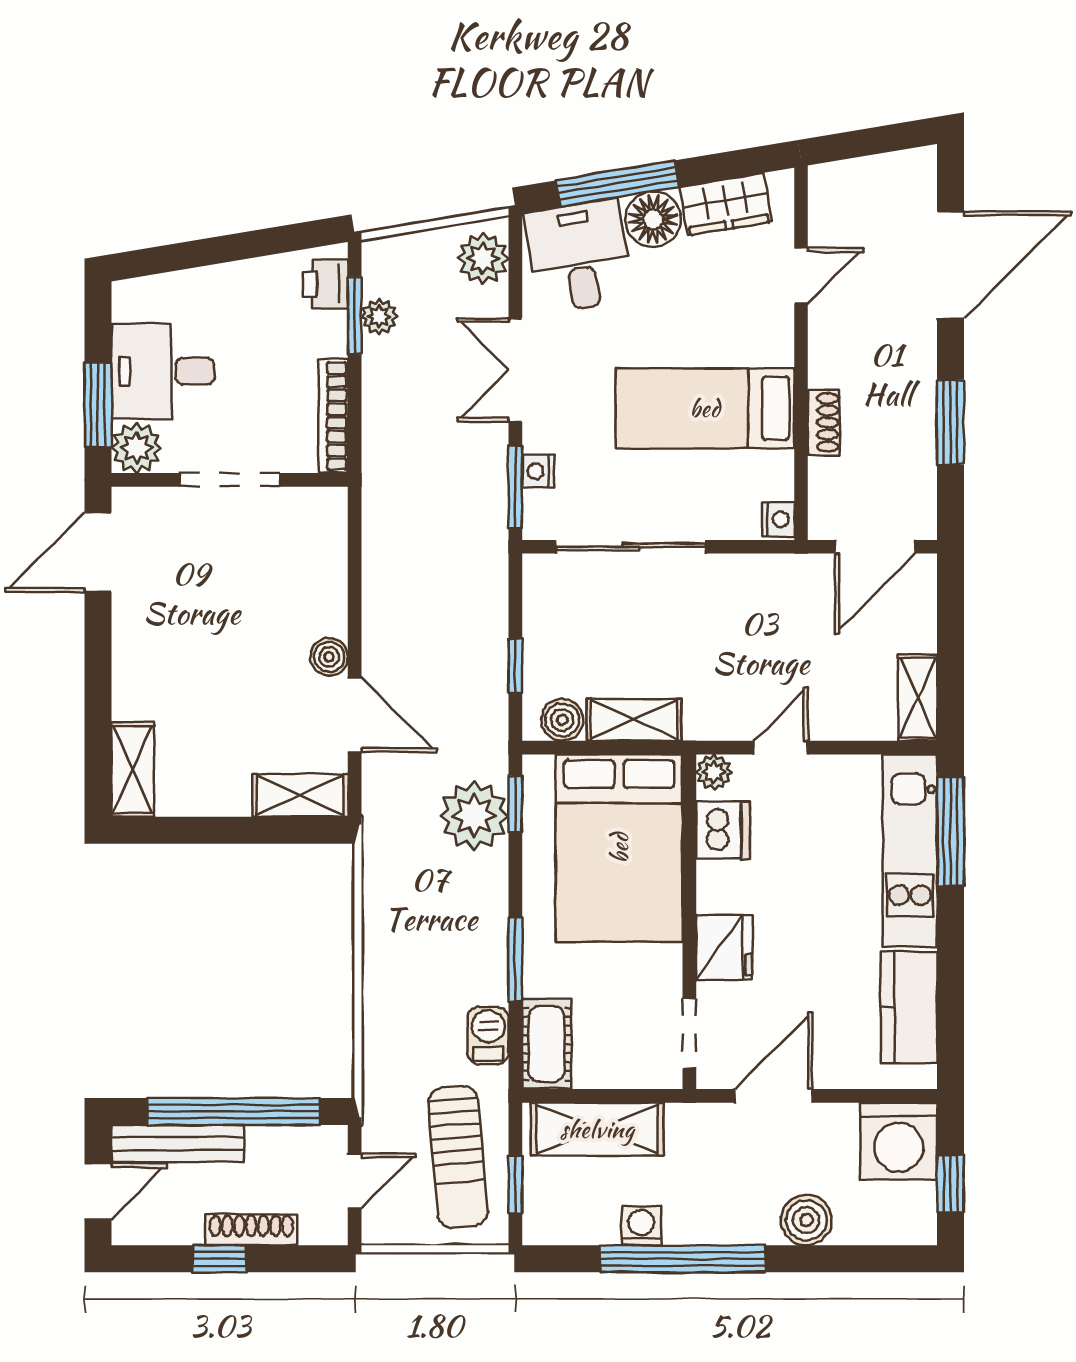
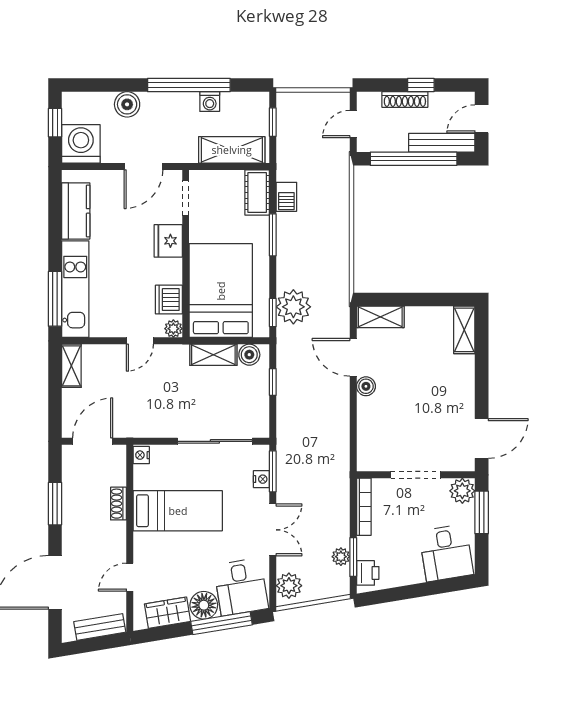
bench: (861, 176) -> (100, 627), added
desk: (163, 371) -> (446, 553), moved, turned 81
sun lounger: (458, 1157) -> (301, 136), removed

